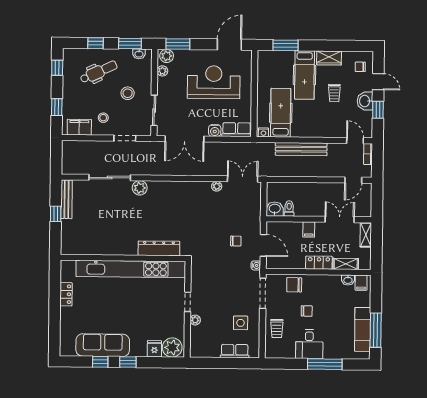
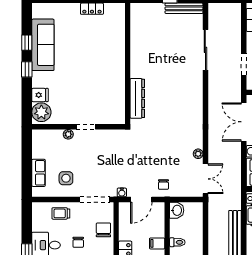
plant: (140, 188) -> (196, 79), removed
toilet: (289, 208) -> (177, 242), moved
chair: (236, 241) -> (163, 185), moved
kitchen unit: (131, 269) -> (117, 71), removed

